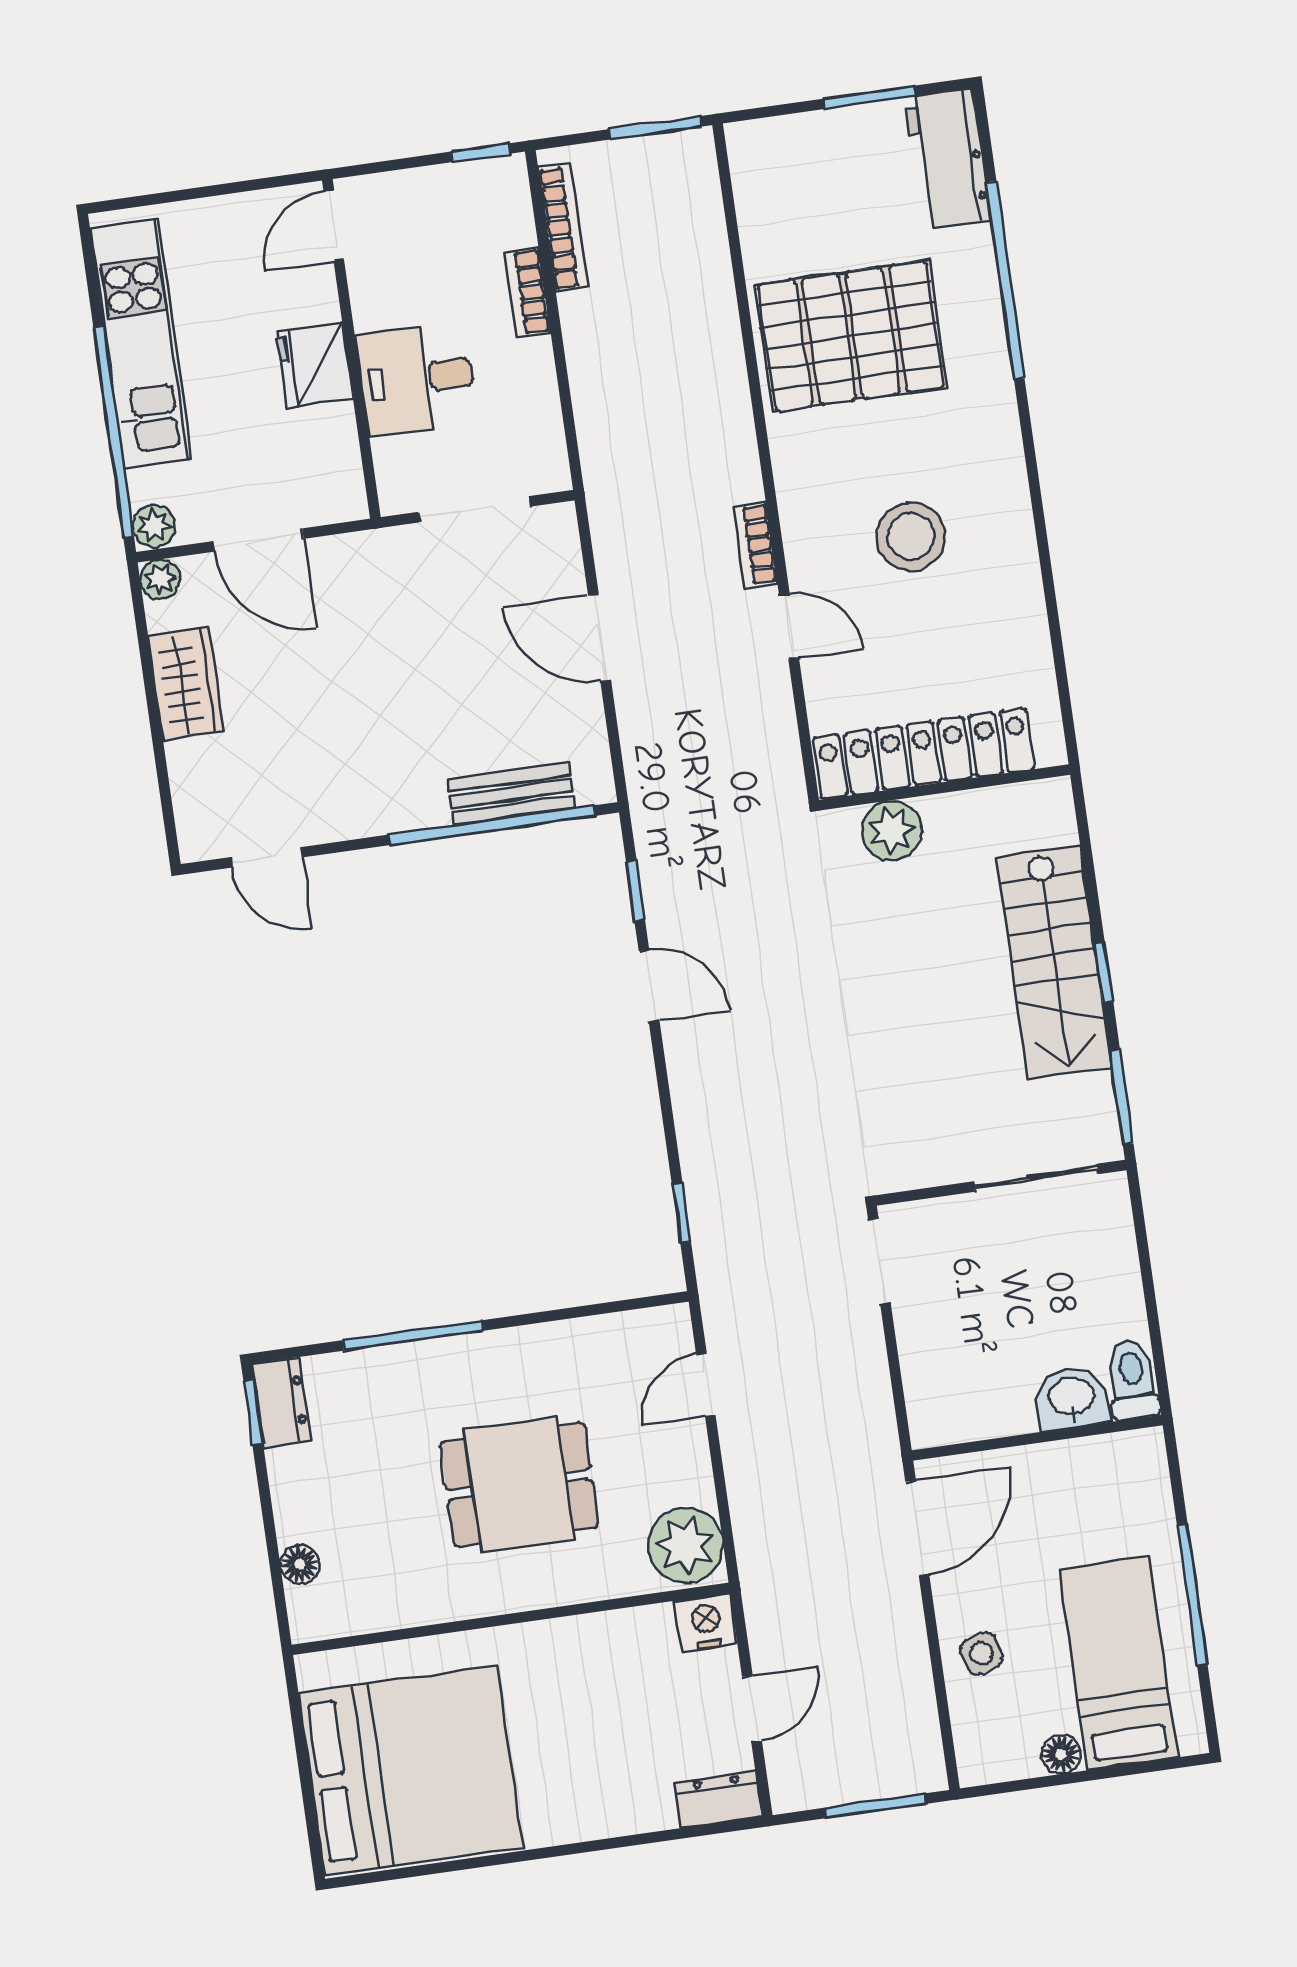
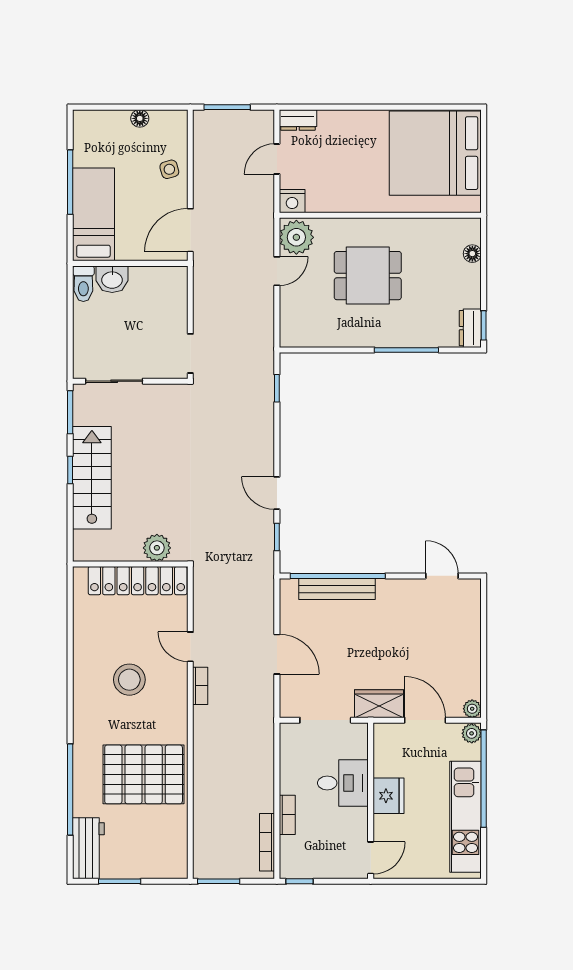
wardrobe: (186, 684) -> (379, 704), moved, turned 90
bench: (512, 794) -> (337, 589), width x1.36
door: (706, 1384) -> (277, 271), moved
bed: (1118, 1663) -> (93, 214), moved, turned 180

